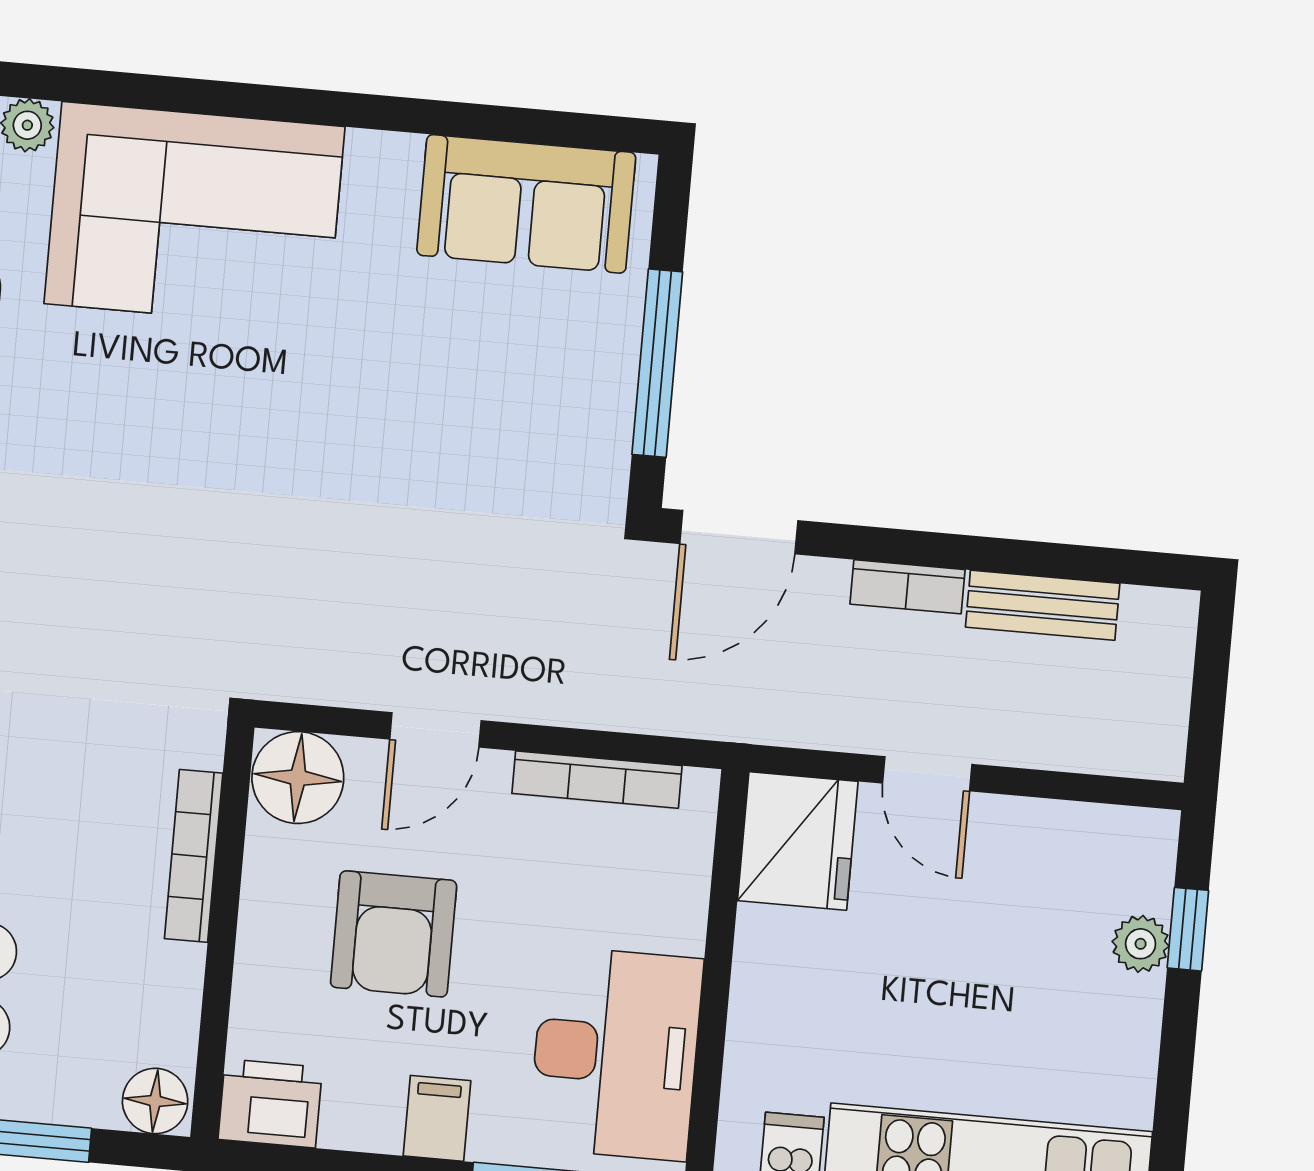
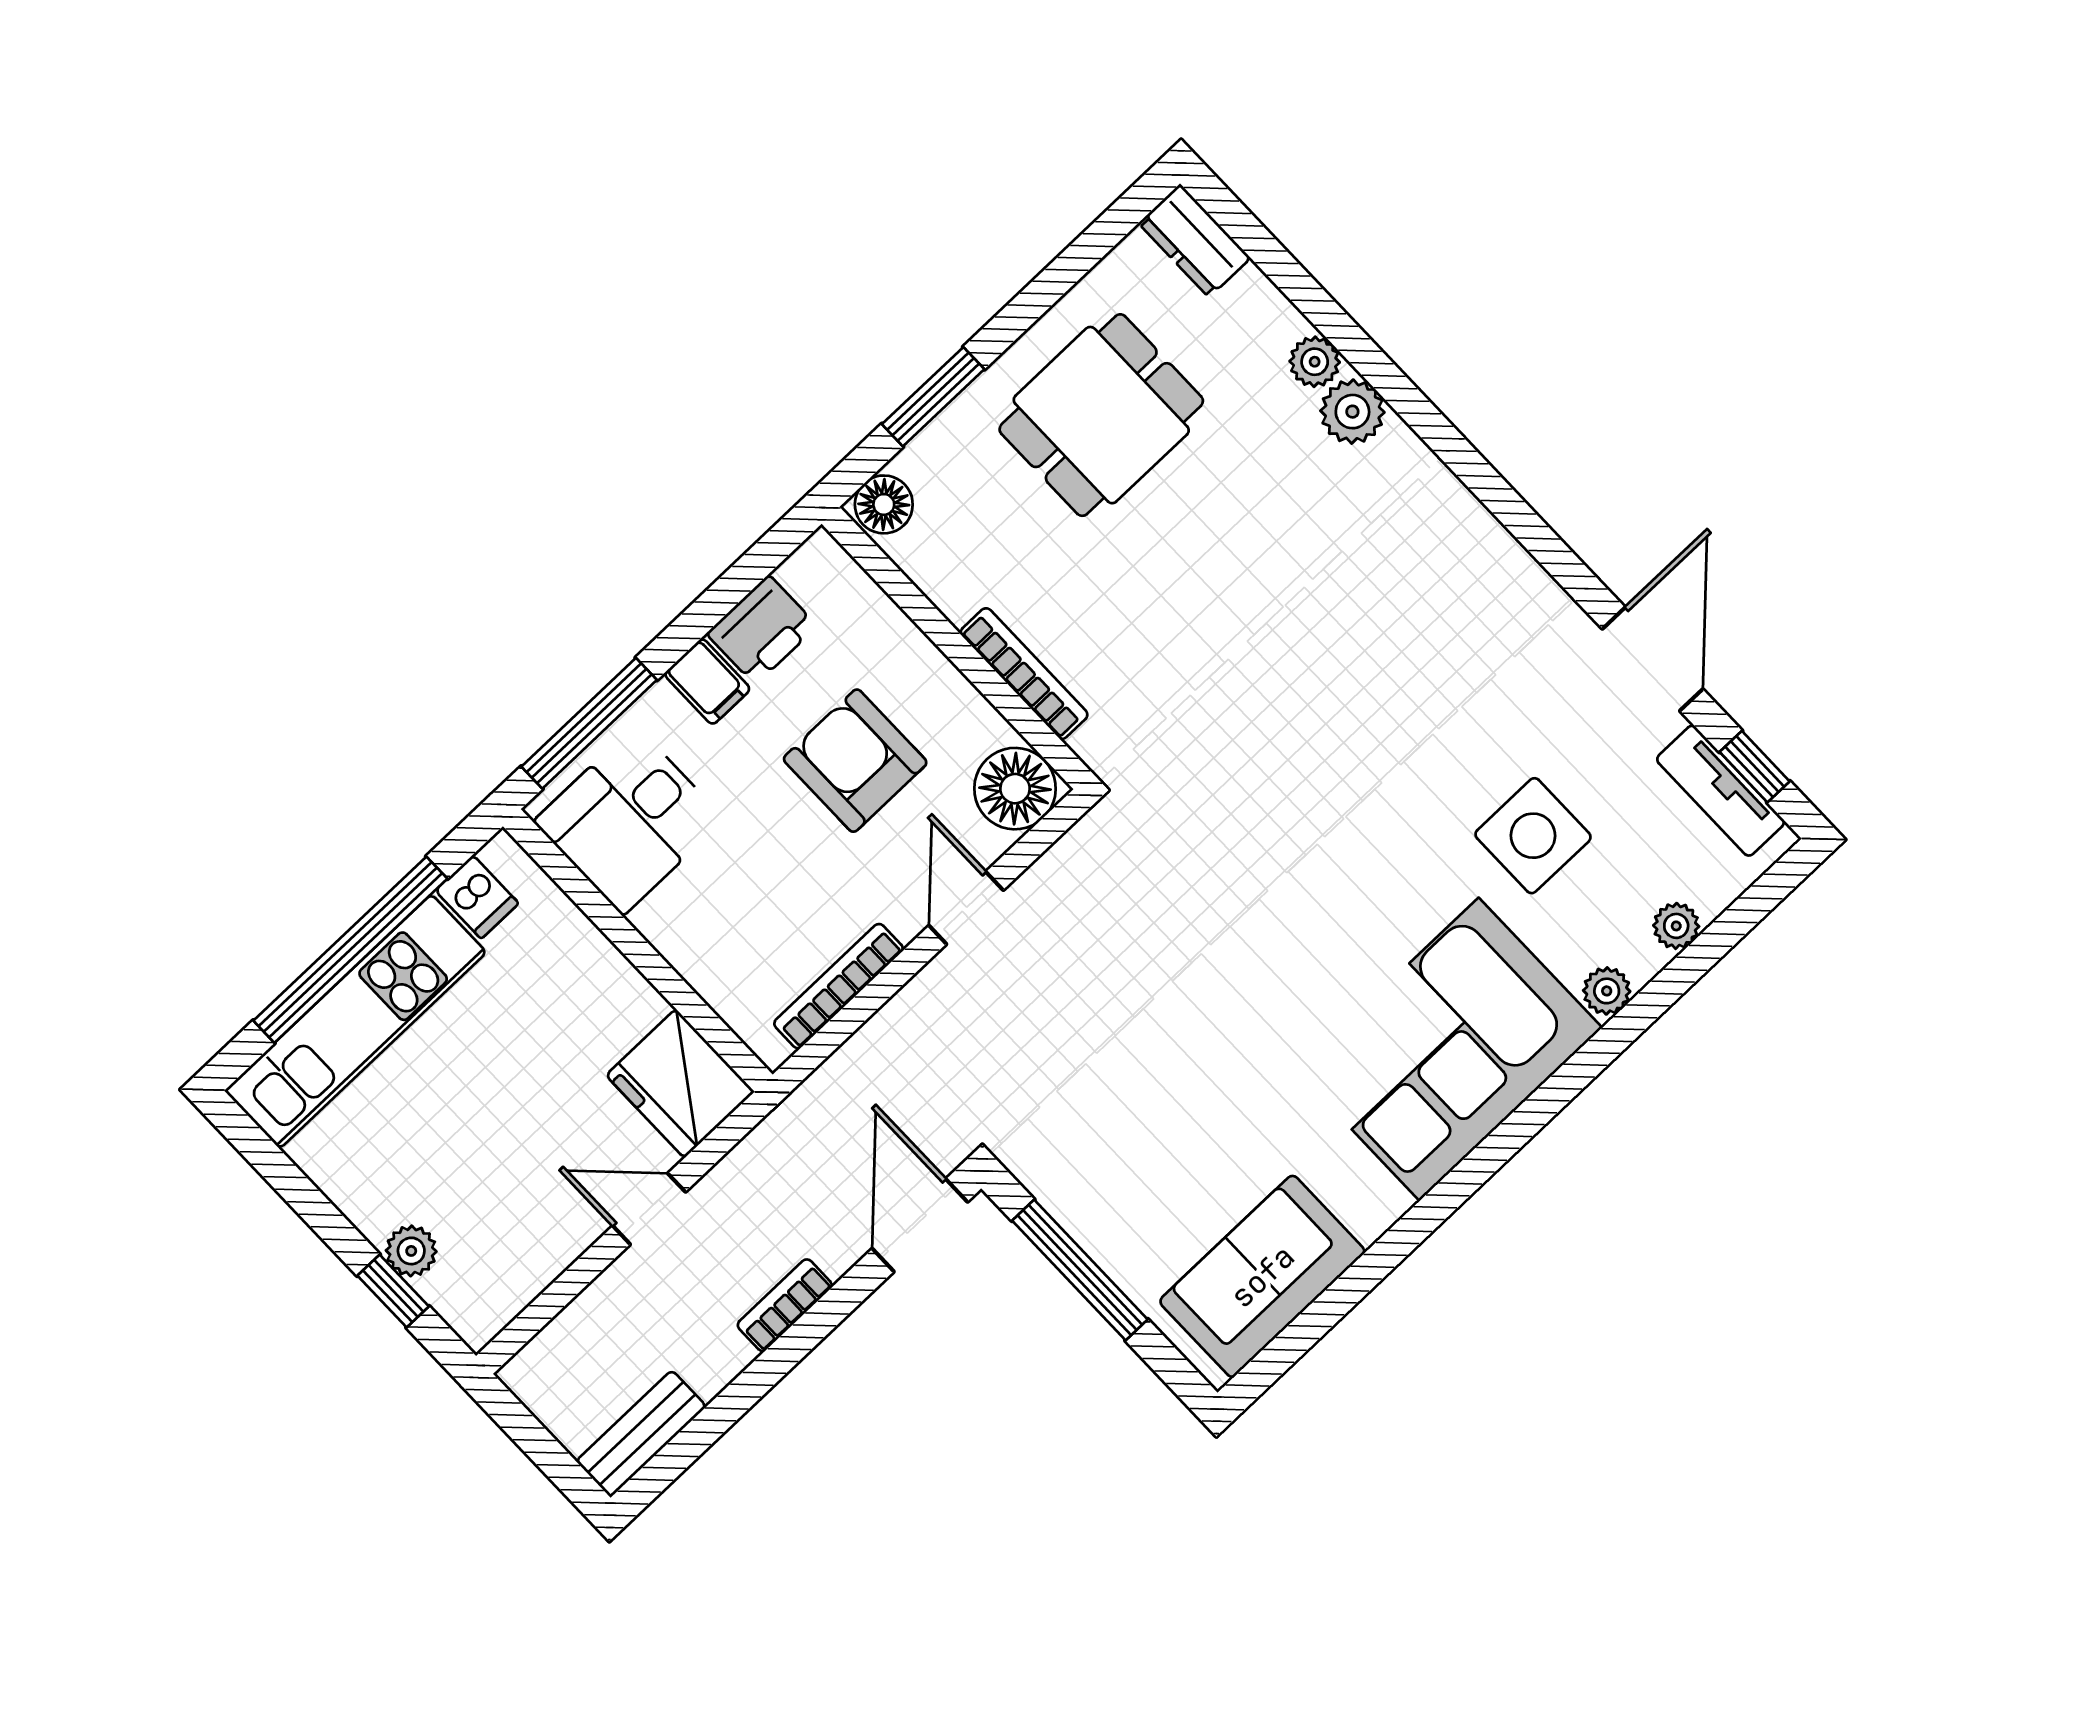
bench: (1043, 605) -> (641, 1434), moved
desk: (616, 1053) -> (629, 820), width x0.73
printer: (270, 1103) -> (762, 630), moved

